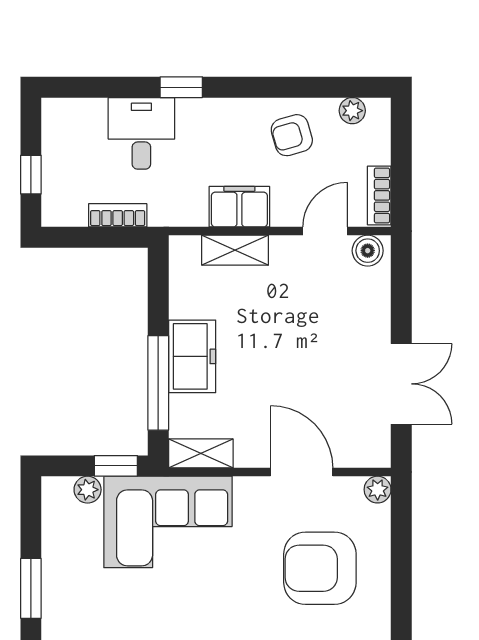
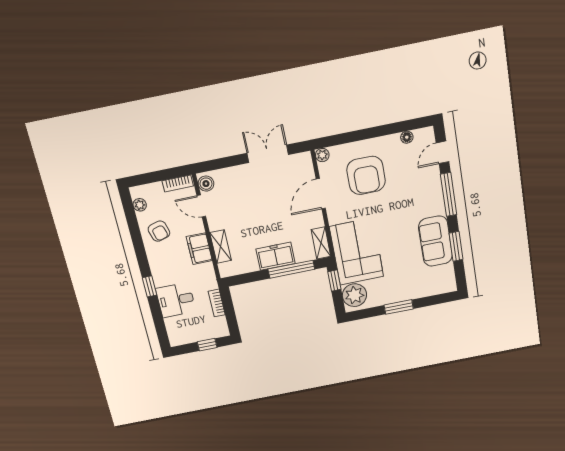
plant: (88, 490) -> (354, 295), width x1.87, depth x1.87

